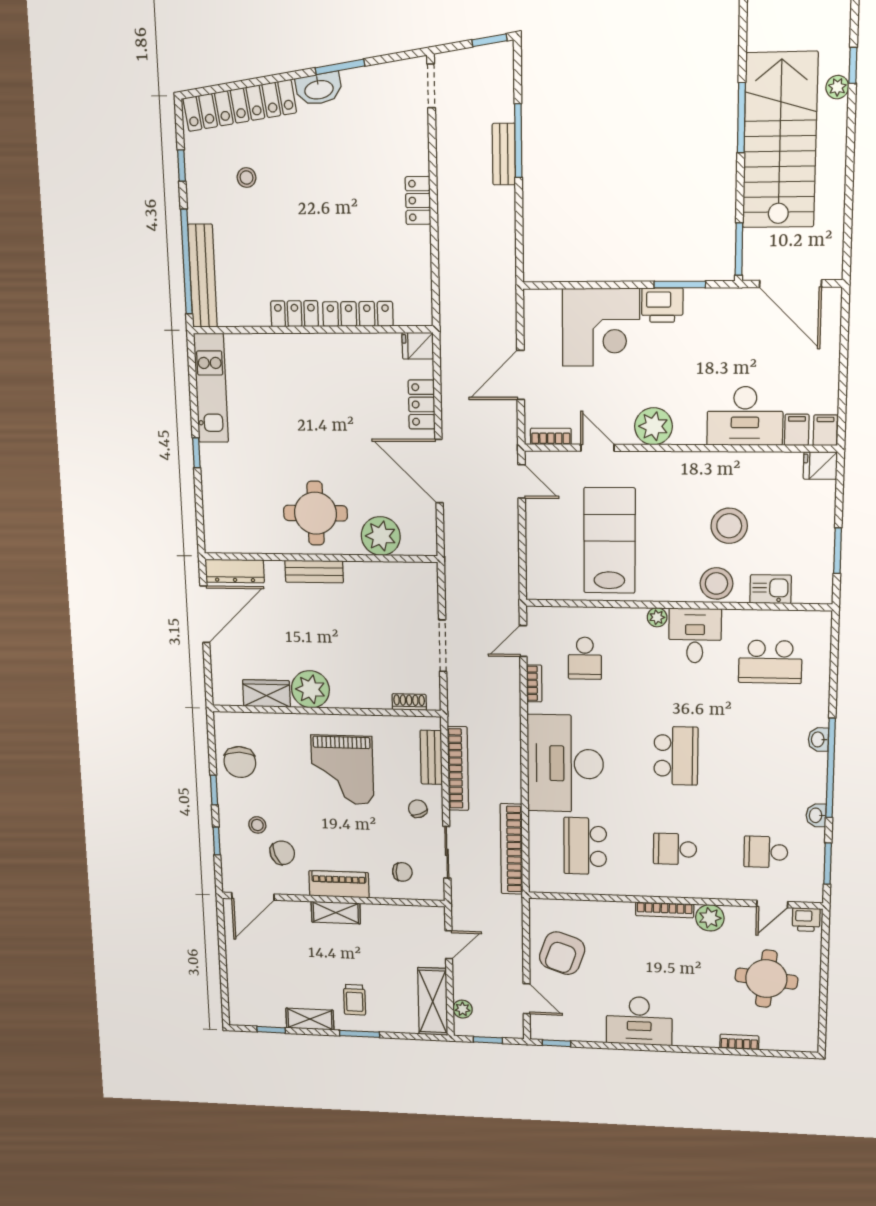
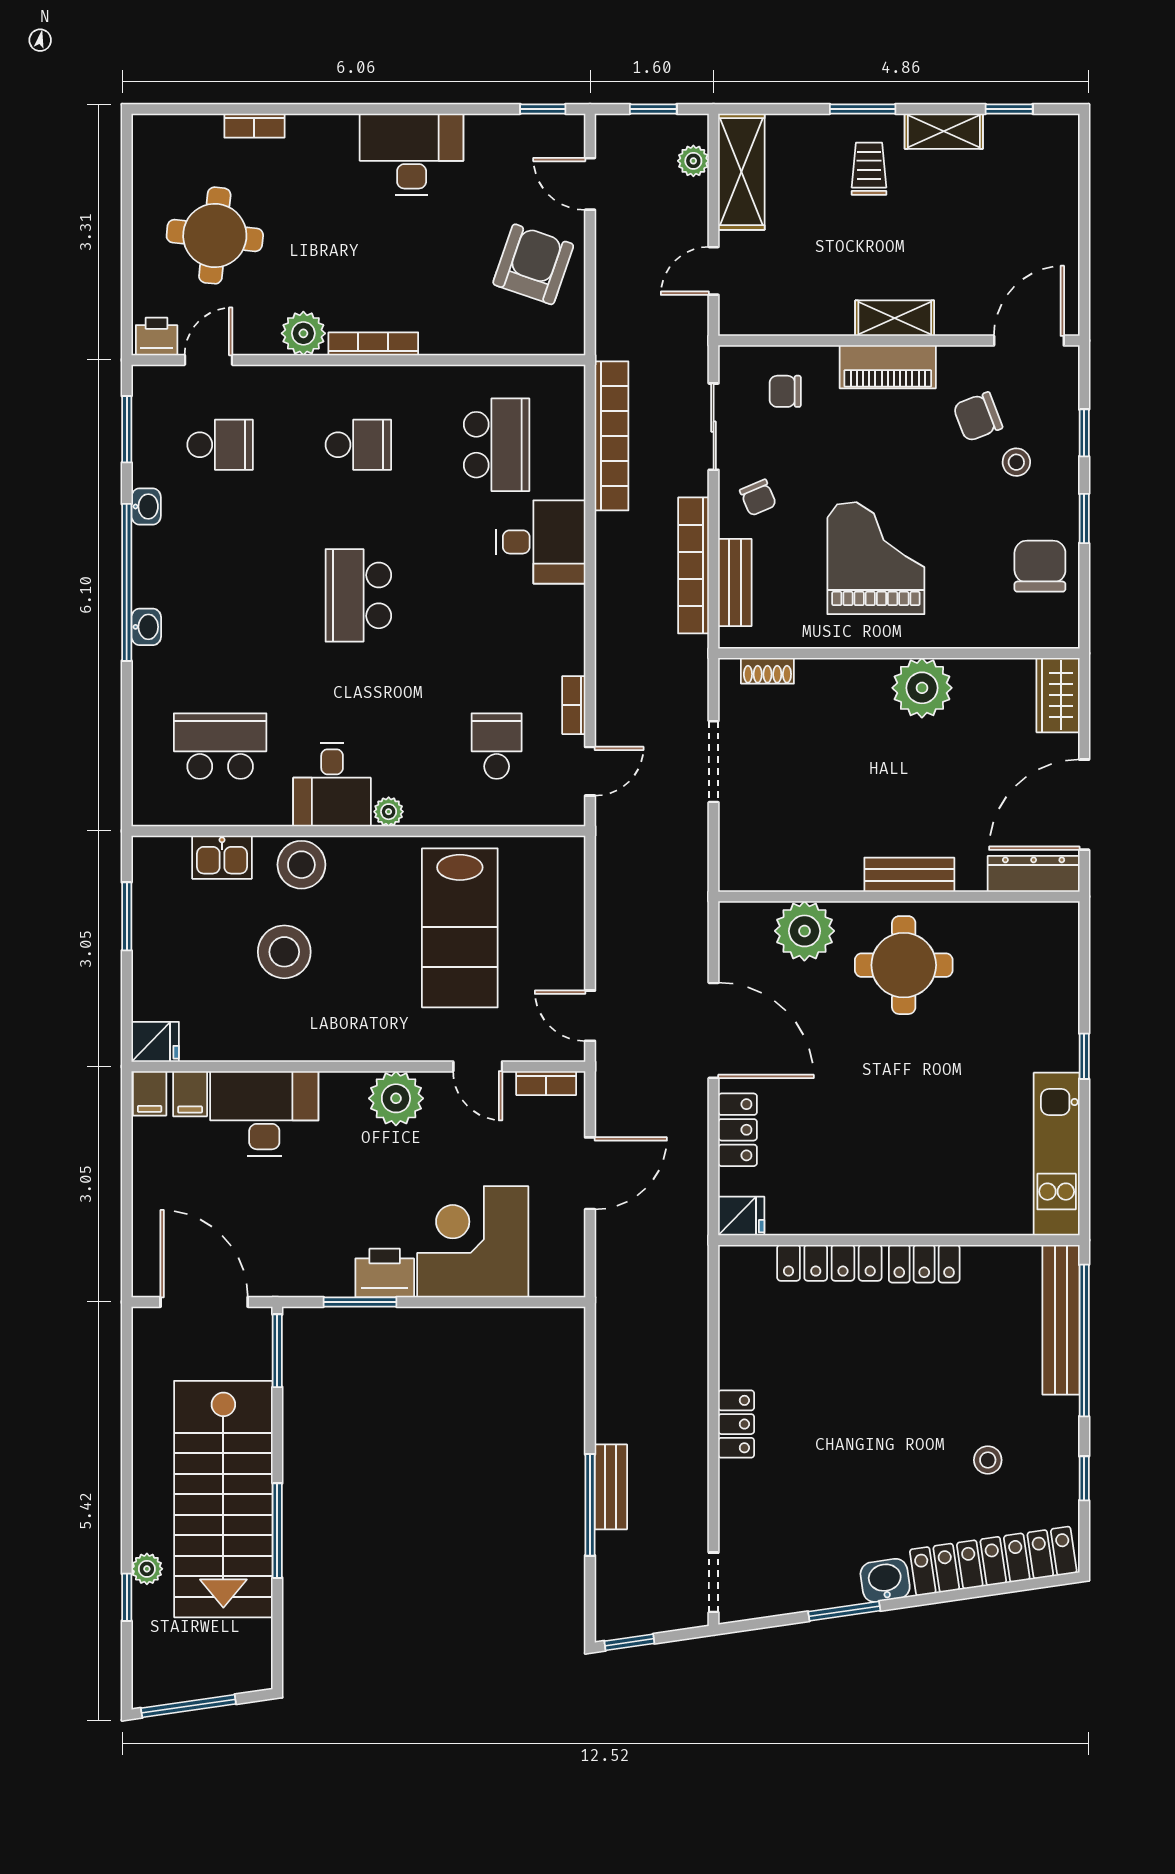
washbasin: (319, 89) -> (885, 1580), width x0.72
wardrobe: (266, 693) -> (1058, 695), moved, turned 90
desk: (565, 764) -> (541, 542), width x0.53, depth x0.77

